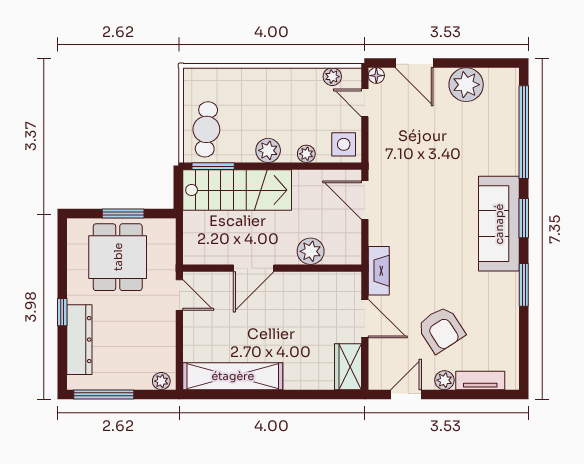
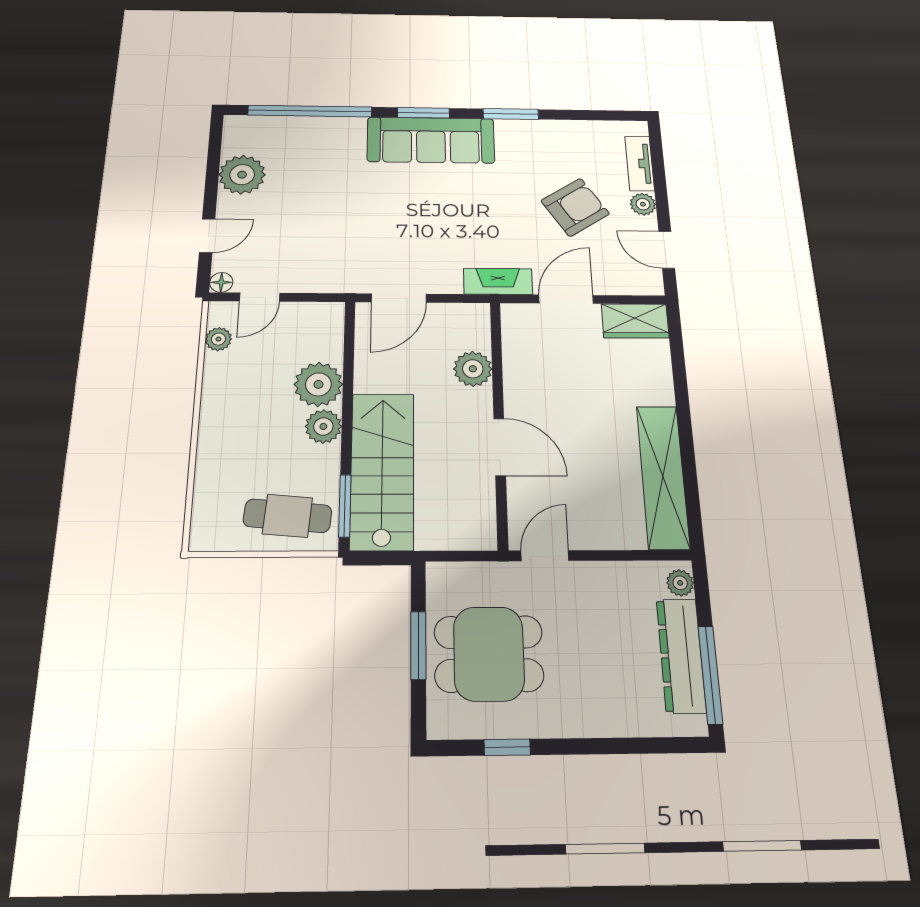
door: (414, 63) -> (207, 236), width x0.73
side table: (344, 144) -> (318, 325), removed
plant: (306, 154) -> (318, 384), width x1.87, depth x1.87
window: (62, 312) -> (507, 747), moved
dresser: (79, 340) -> (681, 655), moved, turned -90

